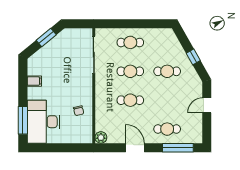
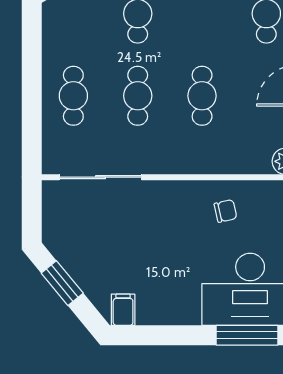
filing cabinet: (34, 81) -> (123, 310), moved

